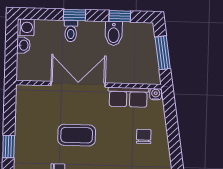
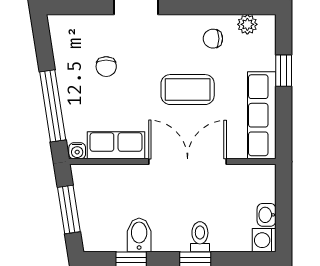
double door: (78, 84) -> (188, 162), swing flipped
row of seats: (25, 115) -> (262, 115), added
window: (172, 126) -> (53, 106), added
chair: (144, 136) -> (106, 67), moved

